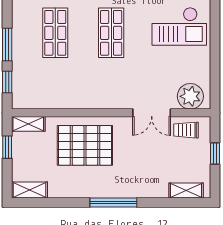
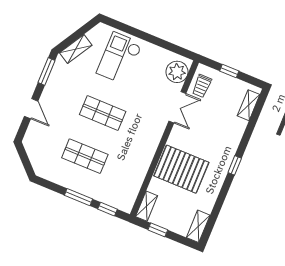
checkout: (179, 26) -> (119, 58), turned 180
pallet: (85, 145) -> (181, 169), turned 90
window: (113, 203) -> (235, 165), width x0.46

